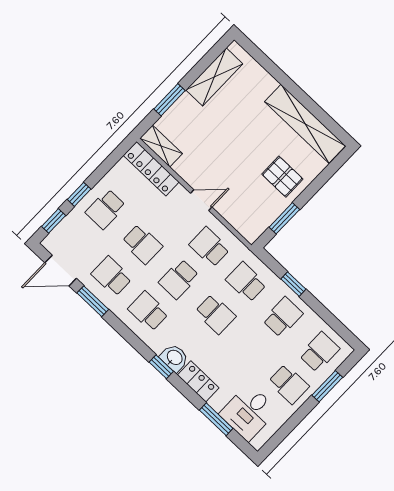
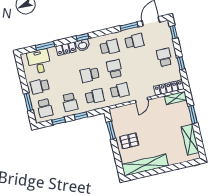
window: (79, 194) -> (181, 63), moved
school desk: (142, 244) -> (139, 63), removed
window: (326, 315) -> (59, 121), added

